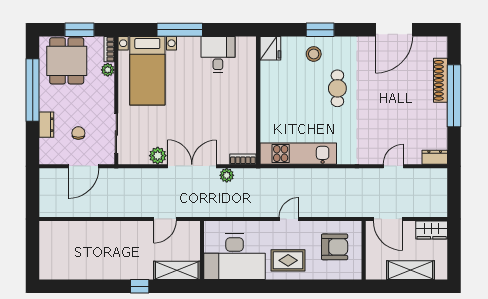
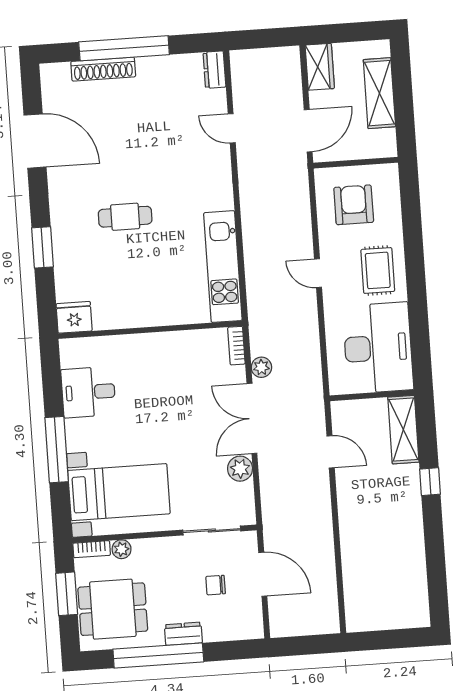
stool: (314, 54) -> (78, 254), removed
dresser: (46, 125) -> (183, 634), moved

